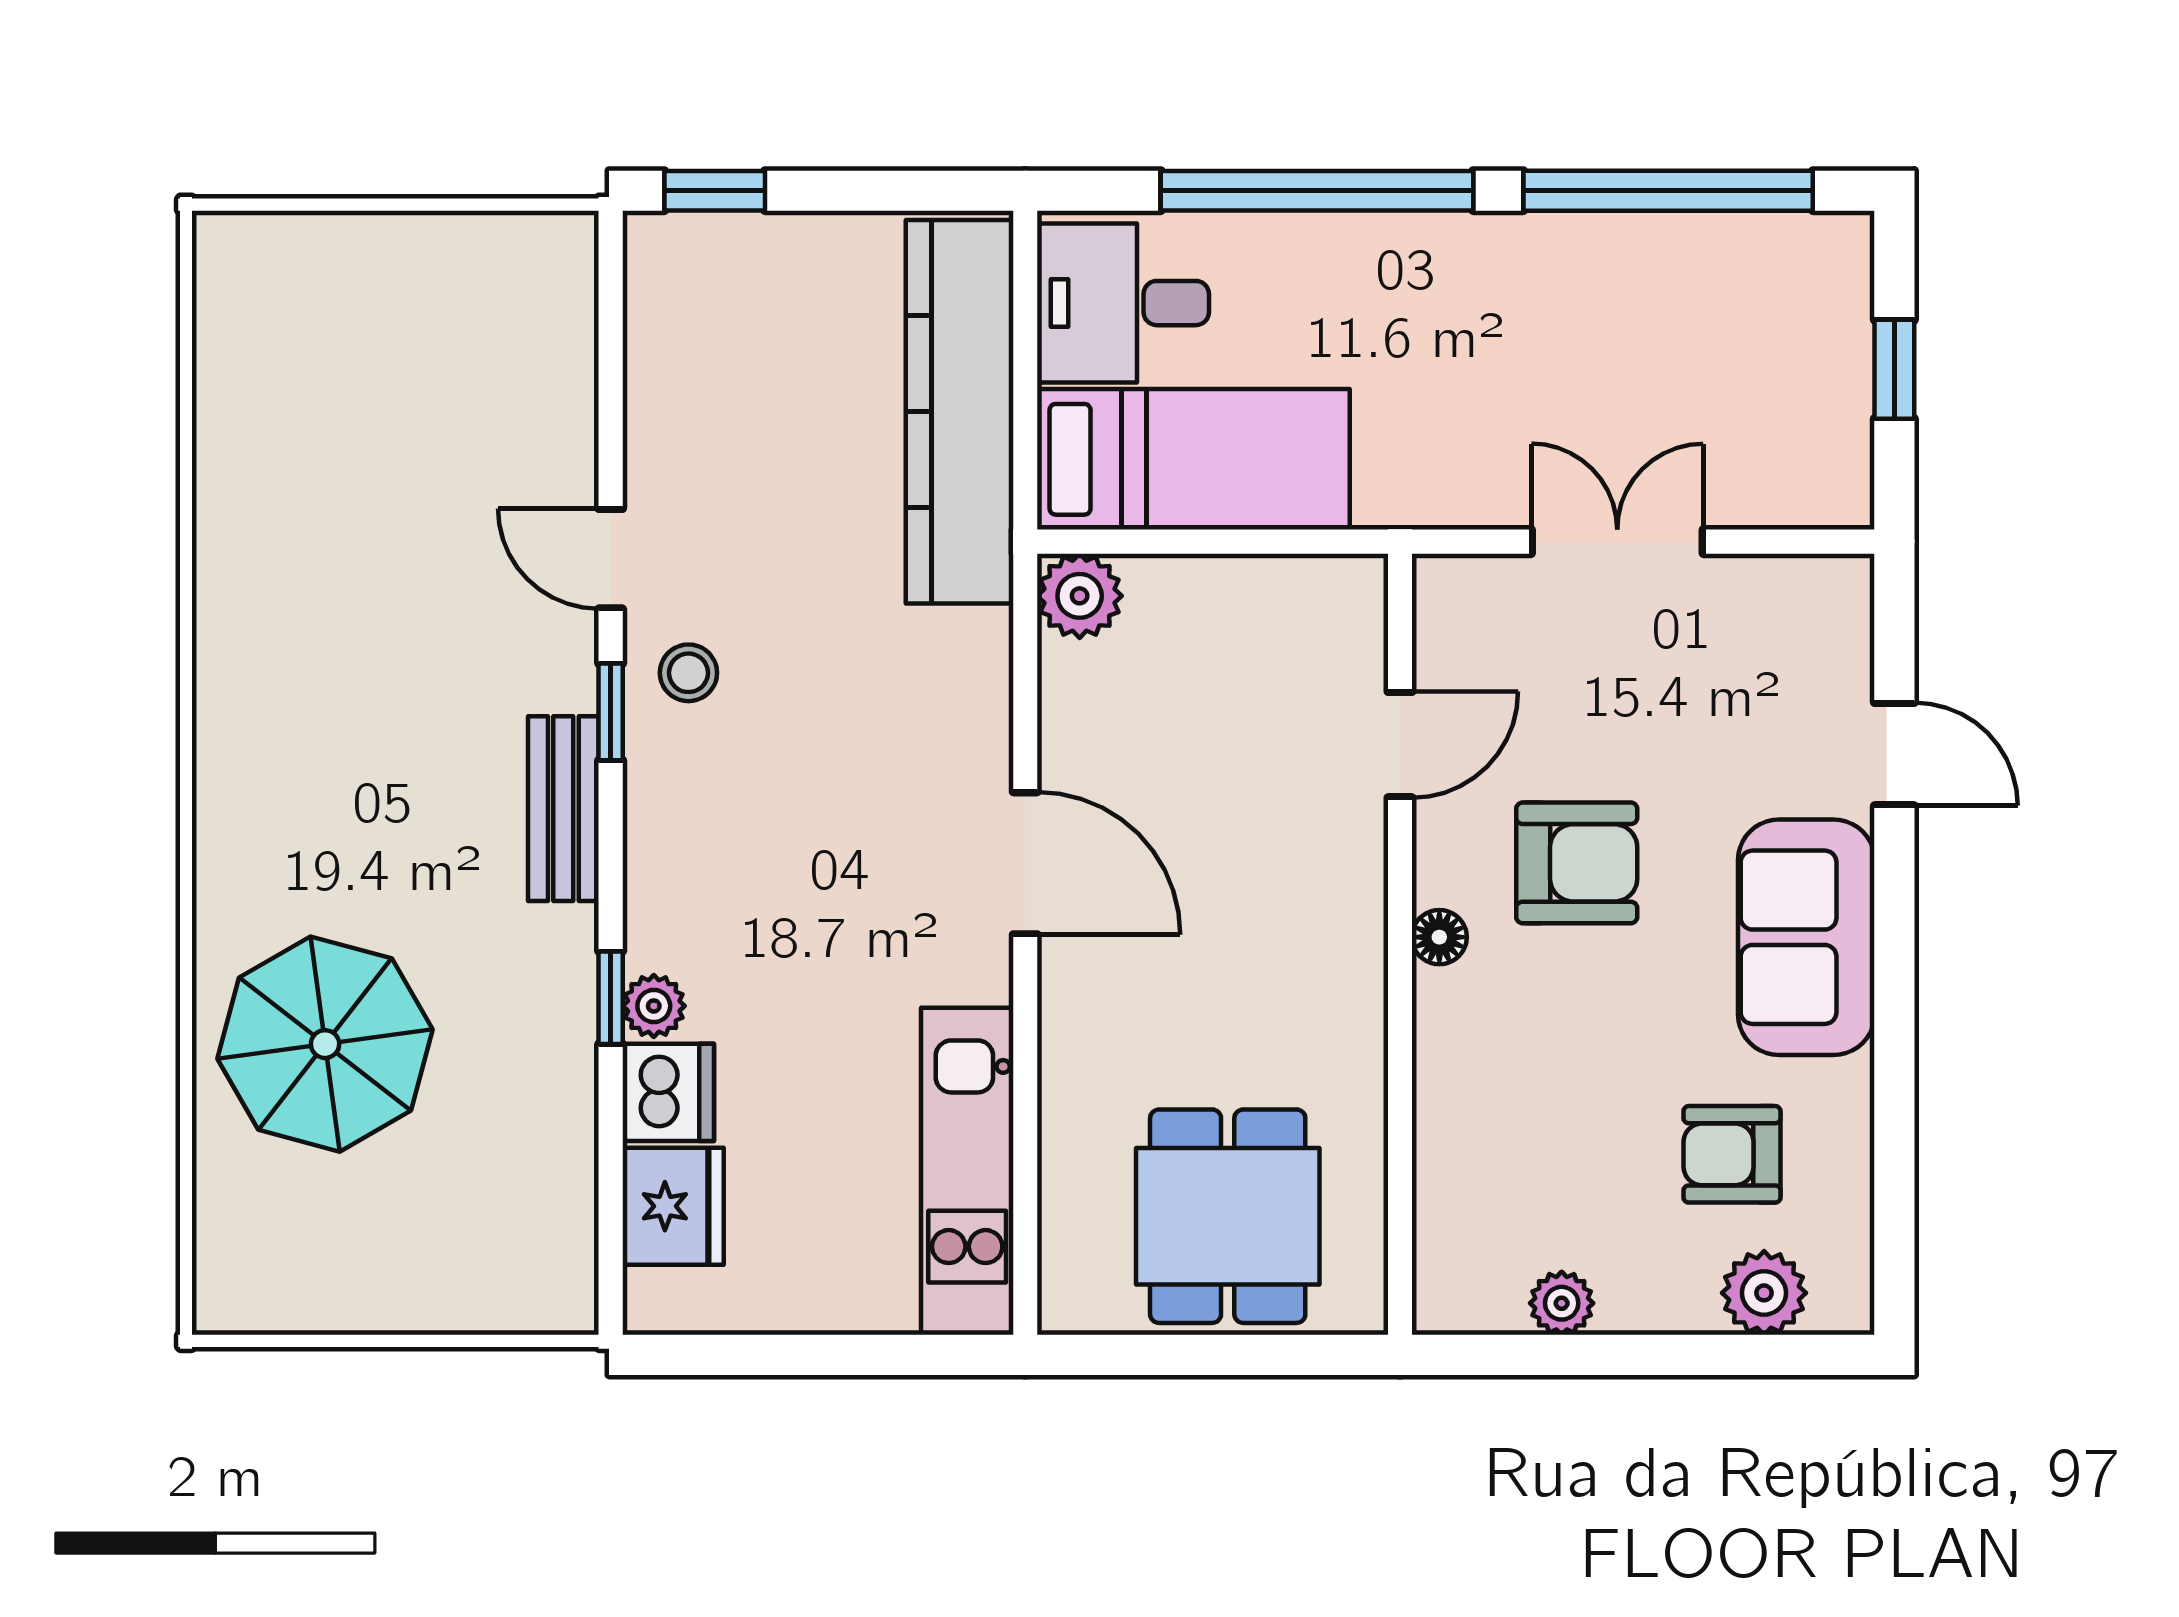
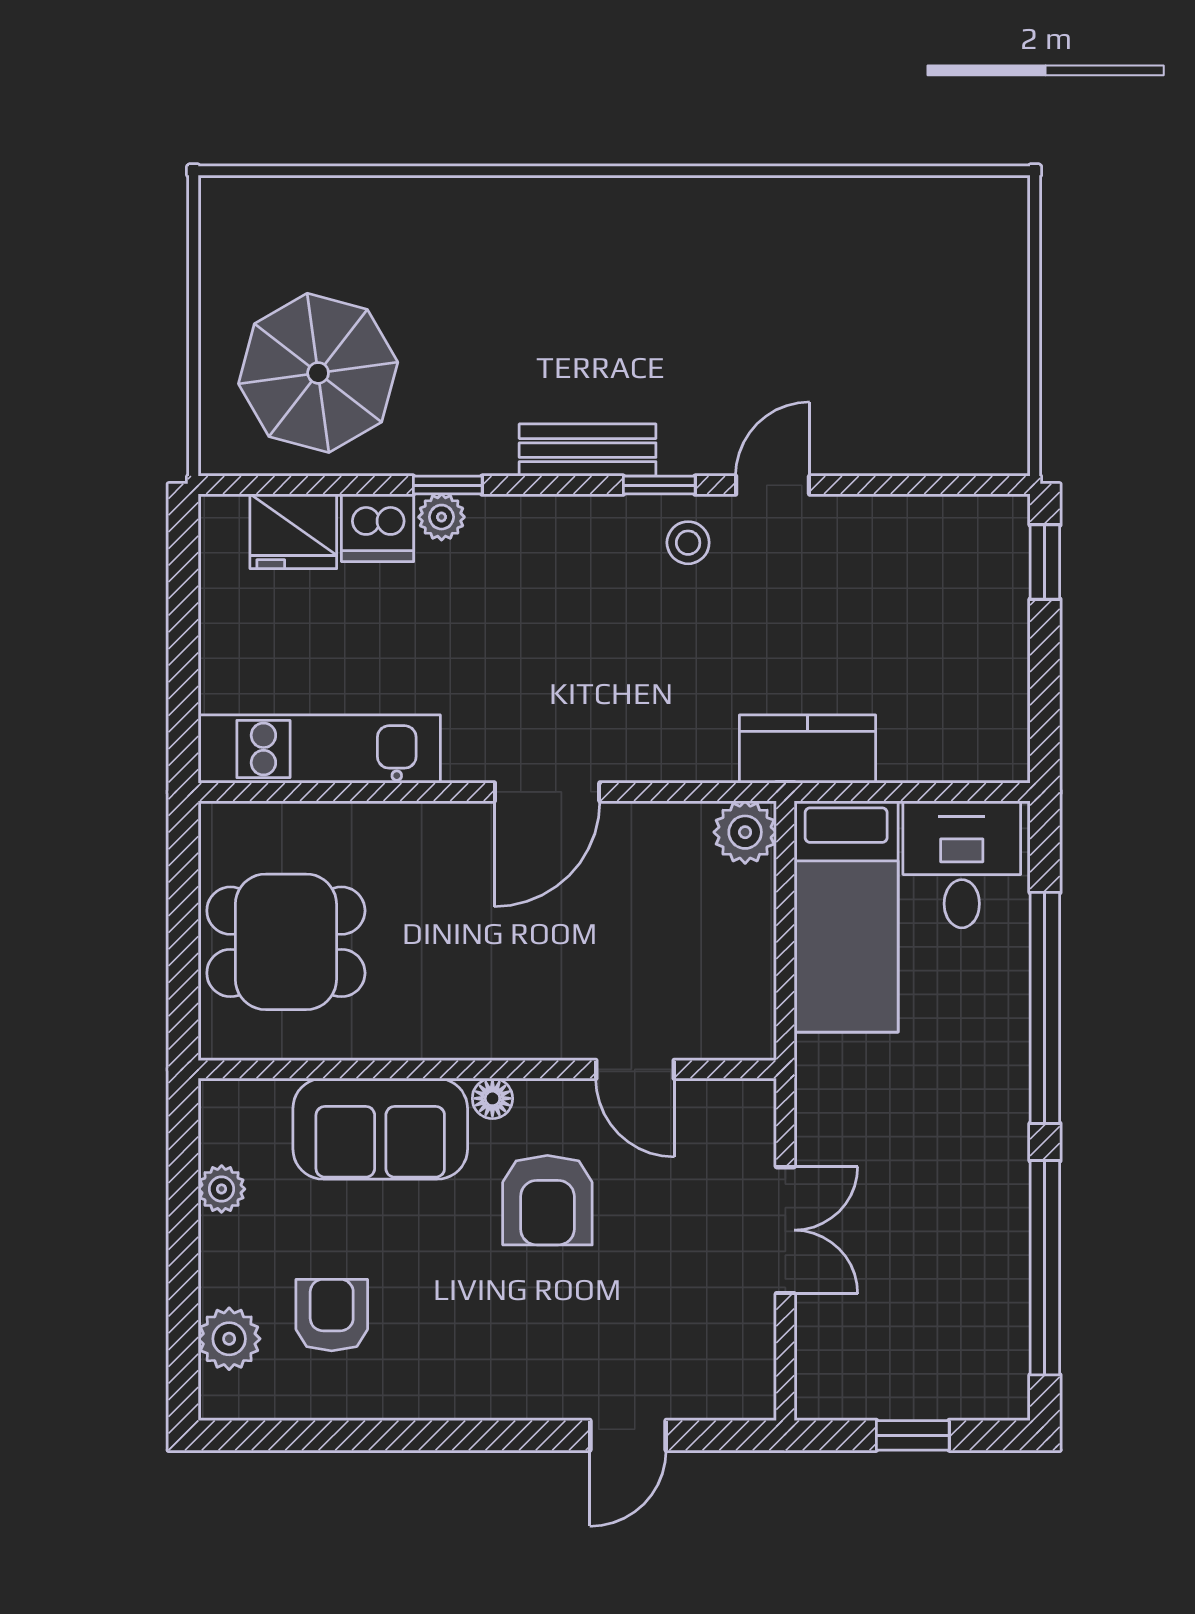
kitchen counter: (960, 412) -> (807, 749), width x0.48, depth x0.86
sofa: (1806, 937) -> (380, 1129), moved, turned 180
parasol: (325, 1044) -> (318, 373), moved

